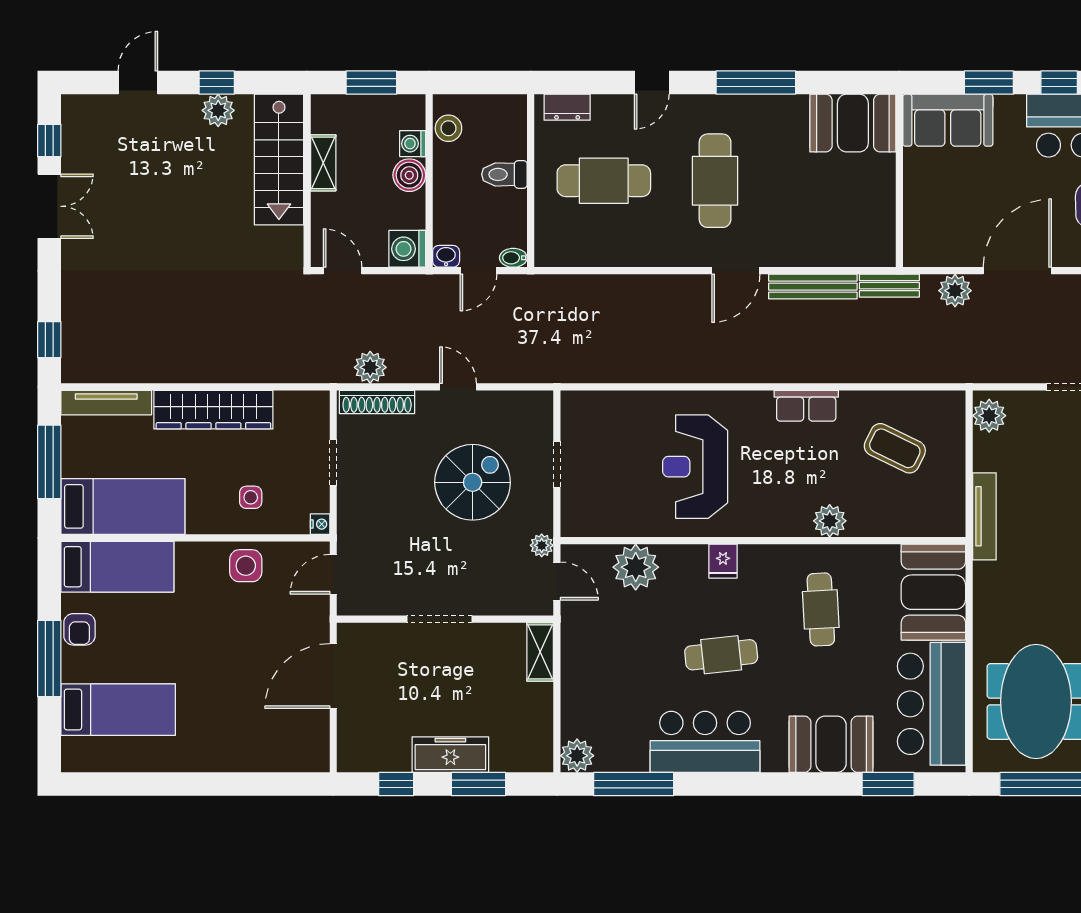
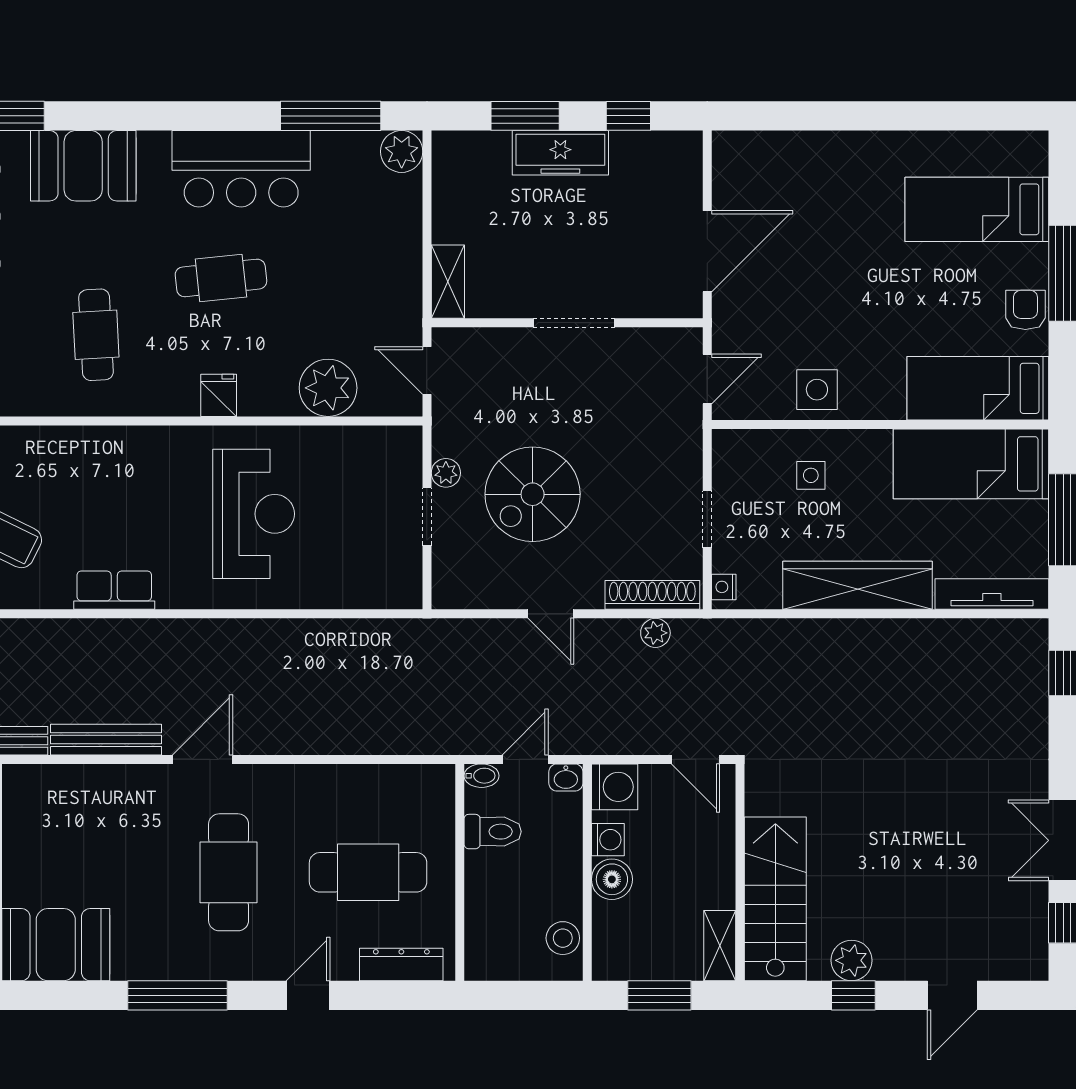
dresser: (567, 107) -> (401, 964), width x1.44
washing machine: (413, 144) -> (608, 840), moved
shelving: (323, 163) -> (720, 946), moved
toilet: (504, 174) -> (493, 832), moved
plant: (370, 367) -> (655, 633), width x0.73, depth x0.73
plant: (830, 521) -> (85, 446), removed
nightstand: (320, 524) -> (724, 587), moved
plant: (542, 545) -> (446, 473), moved

